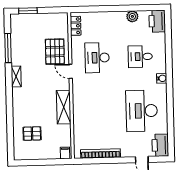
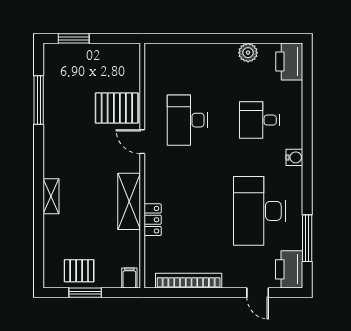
locker: (76, 26) -> (153, 220), moved
pallet: (55, 52) -> (117, 108), turned 90
shelving: (16, 76) -> (51, 196), moved
window: (171, 126) -> (307, 238), added
pallet: (32, 134) -> (79, 271), moved
window: (39, 162) -> (85, 293), added

